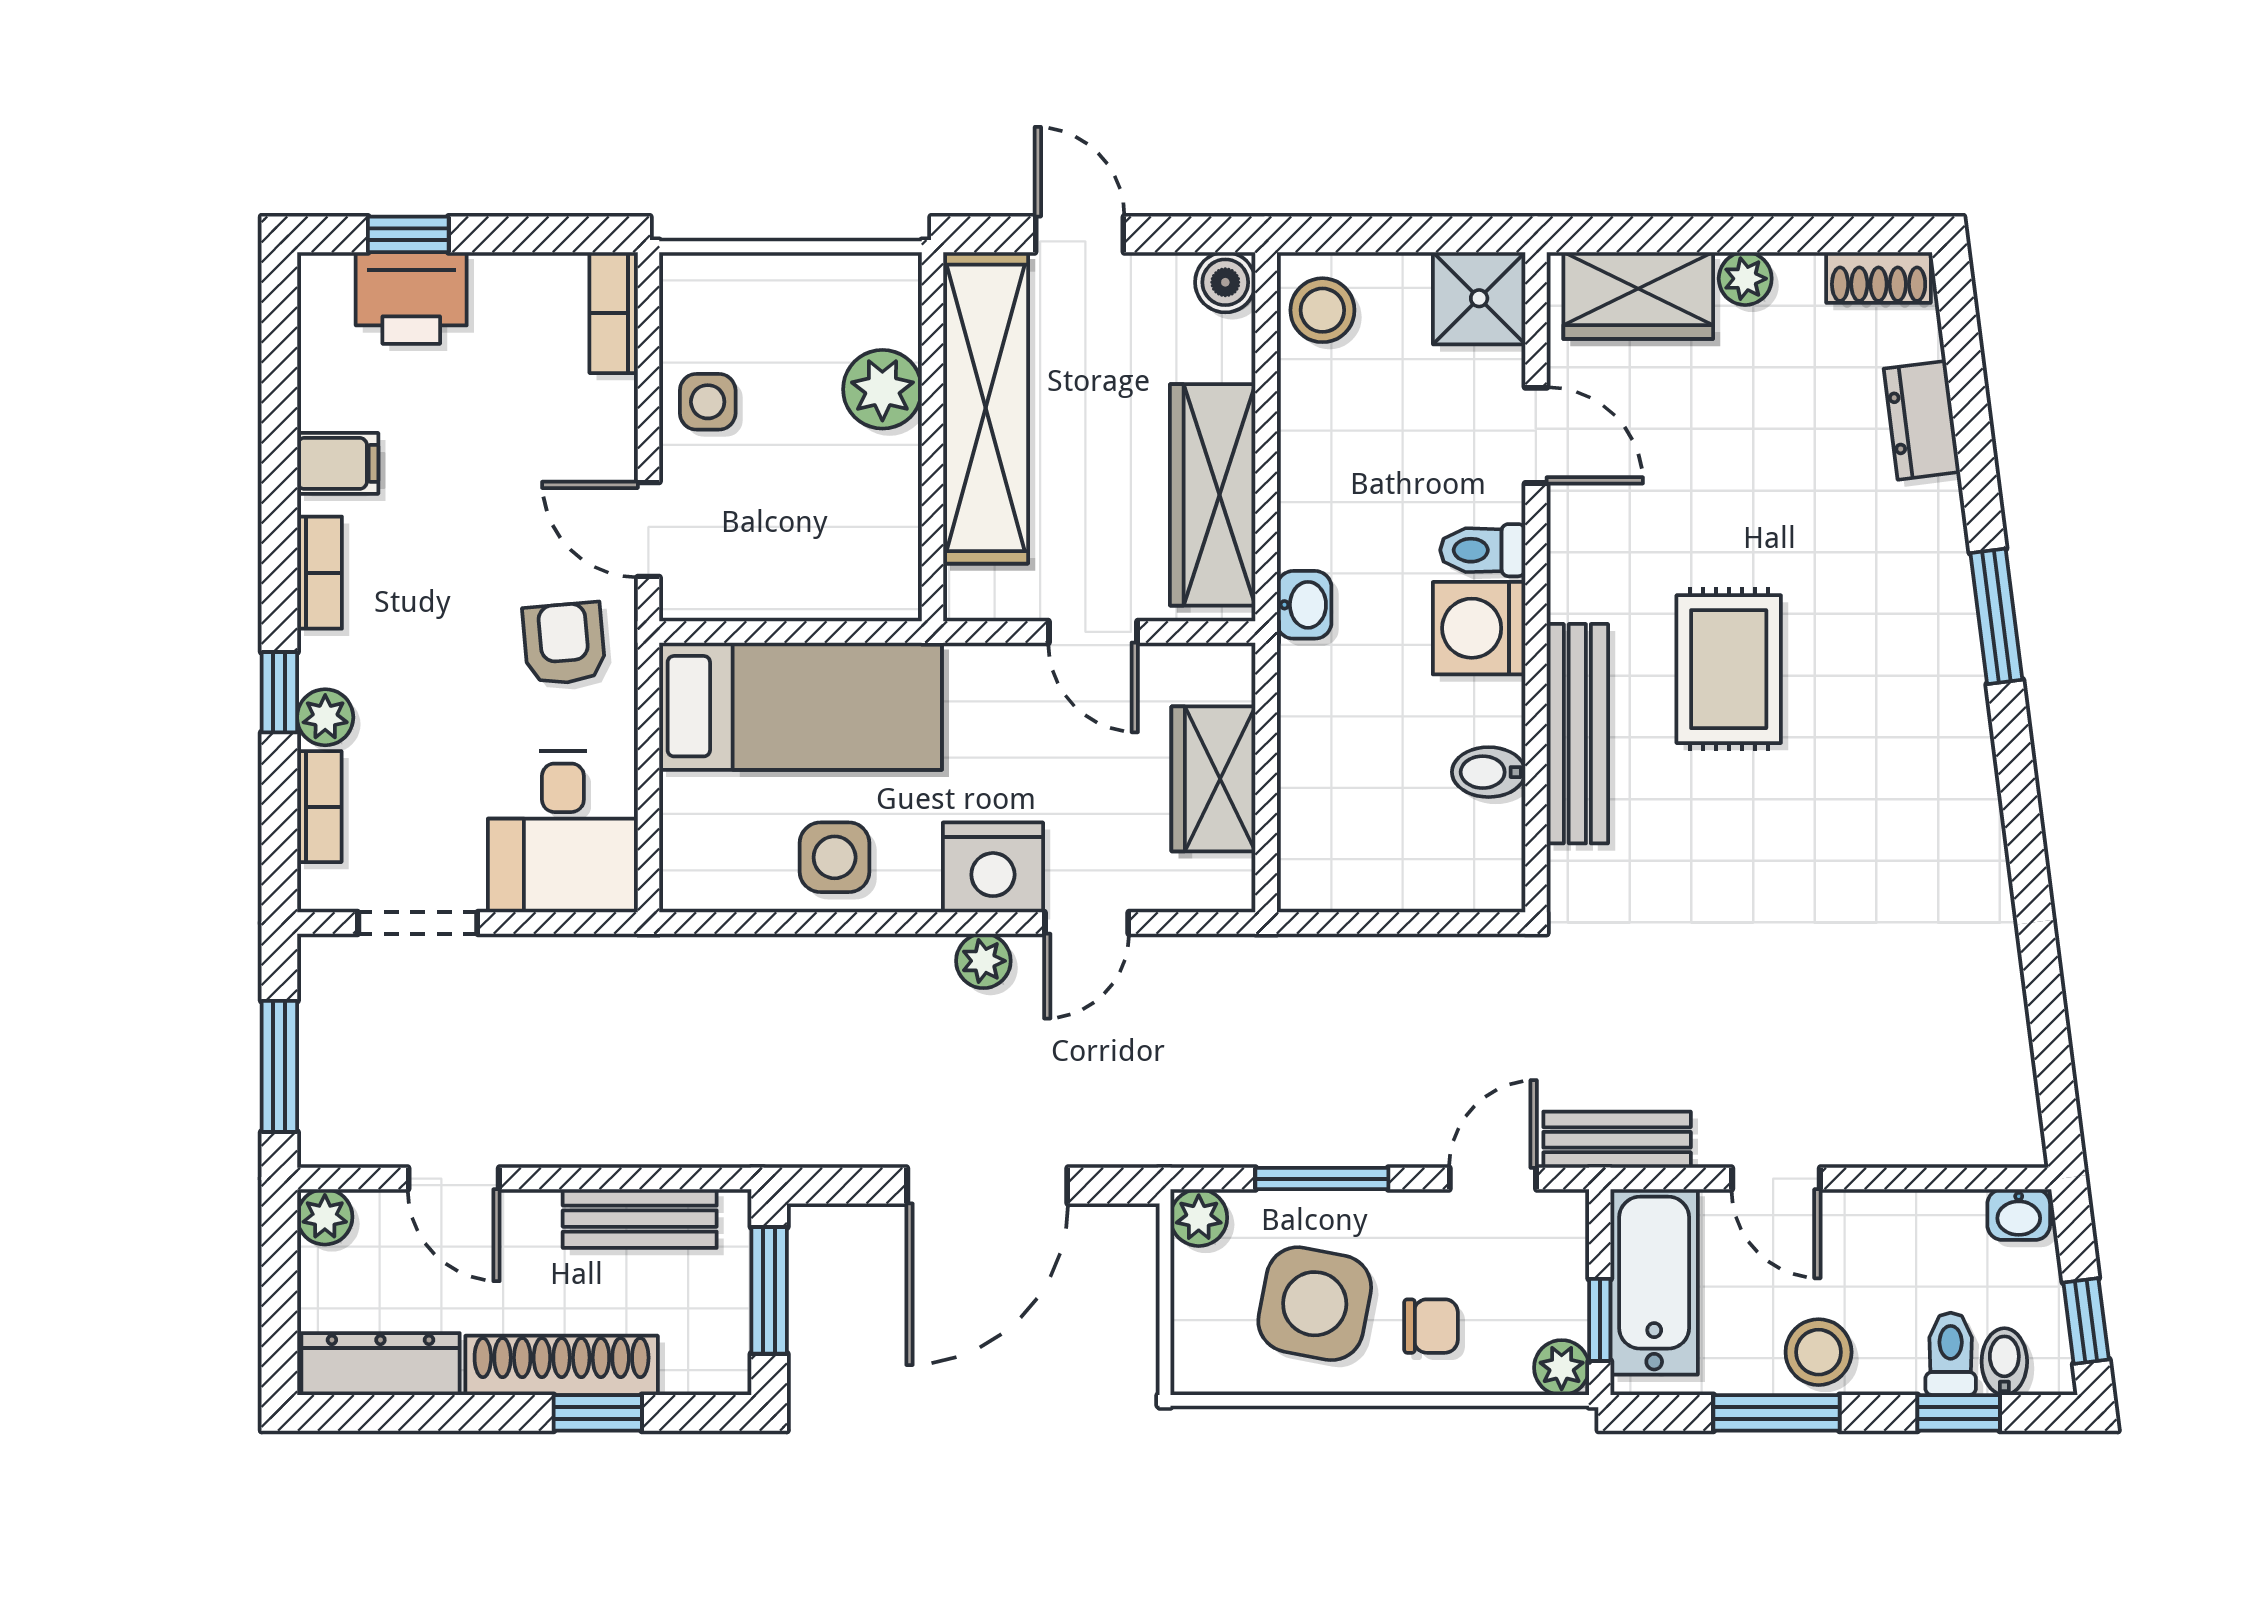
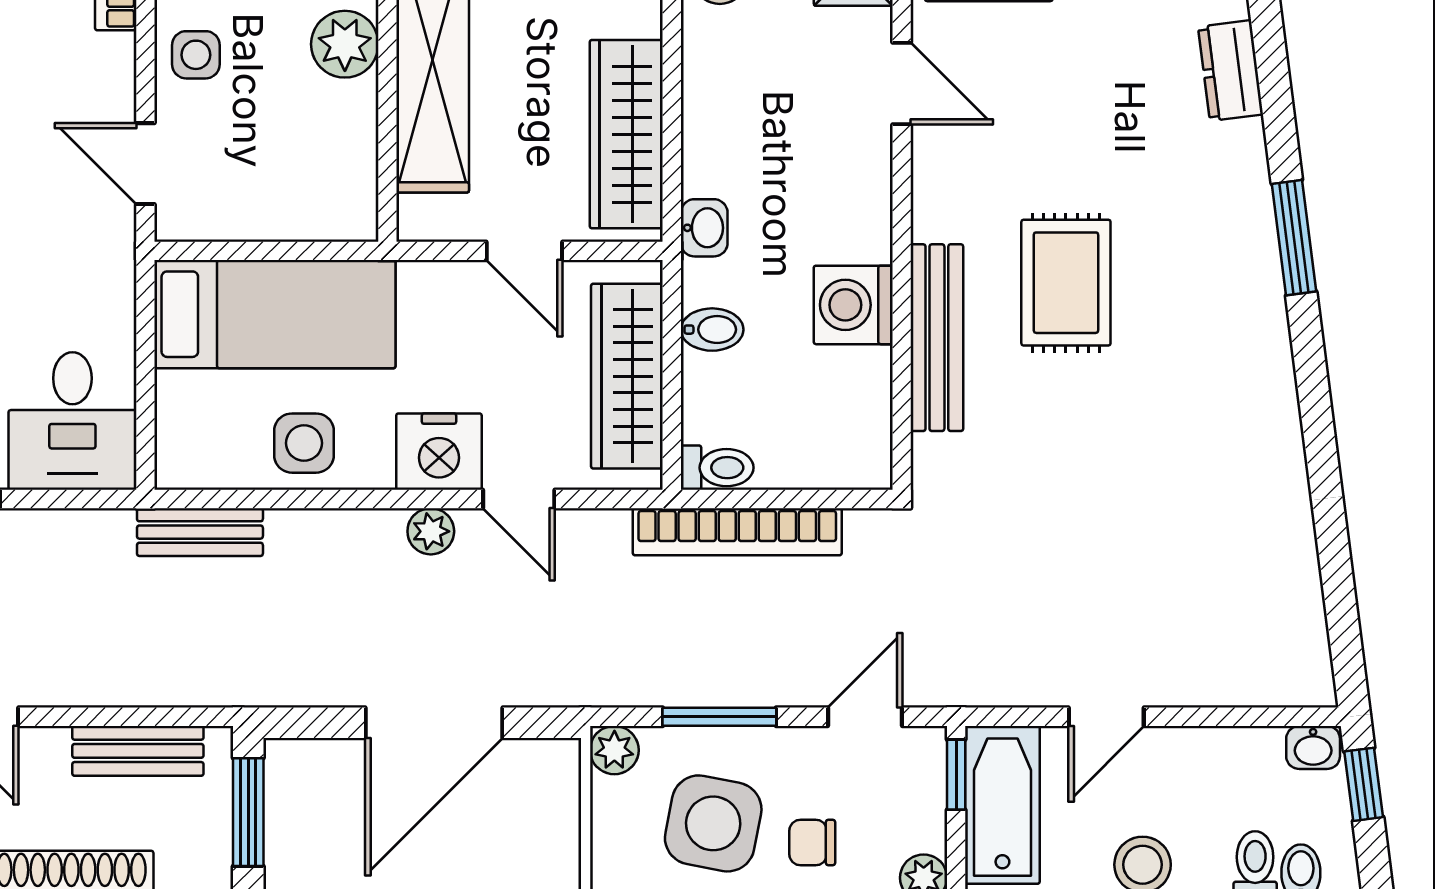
toilet: (1483, 550) -> (717, 468), moved, turned 180
washing machine: (1479, 628) -> (853, 305), moved
armchair: (564, 644) -> (73, 261), removed
bidet: (1489, 772) -> (712, 330), moved, turned 180
wardrobe: (1213, 779) -> (627, 376), width x1.50
door: (1087, 923) -> (519, 499), hinge flipped
bookcase: (1343, 961) -> (737, 532), added
bench: (1617, 1140) -> (200, 532), moved
door: (1776, 1179) -> (1106, 717), hinge flipped
window: (1600, 1320) -> (956, 775), moved
window: (2086, 1321) -> (1364, 784), moved
chair: (1431, 1326) -> (812, 842), turned 180

